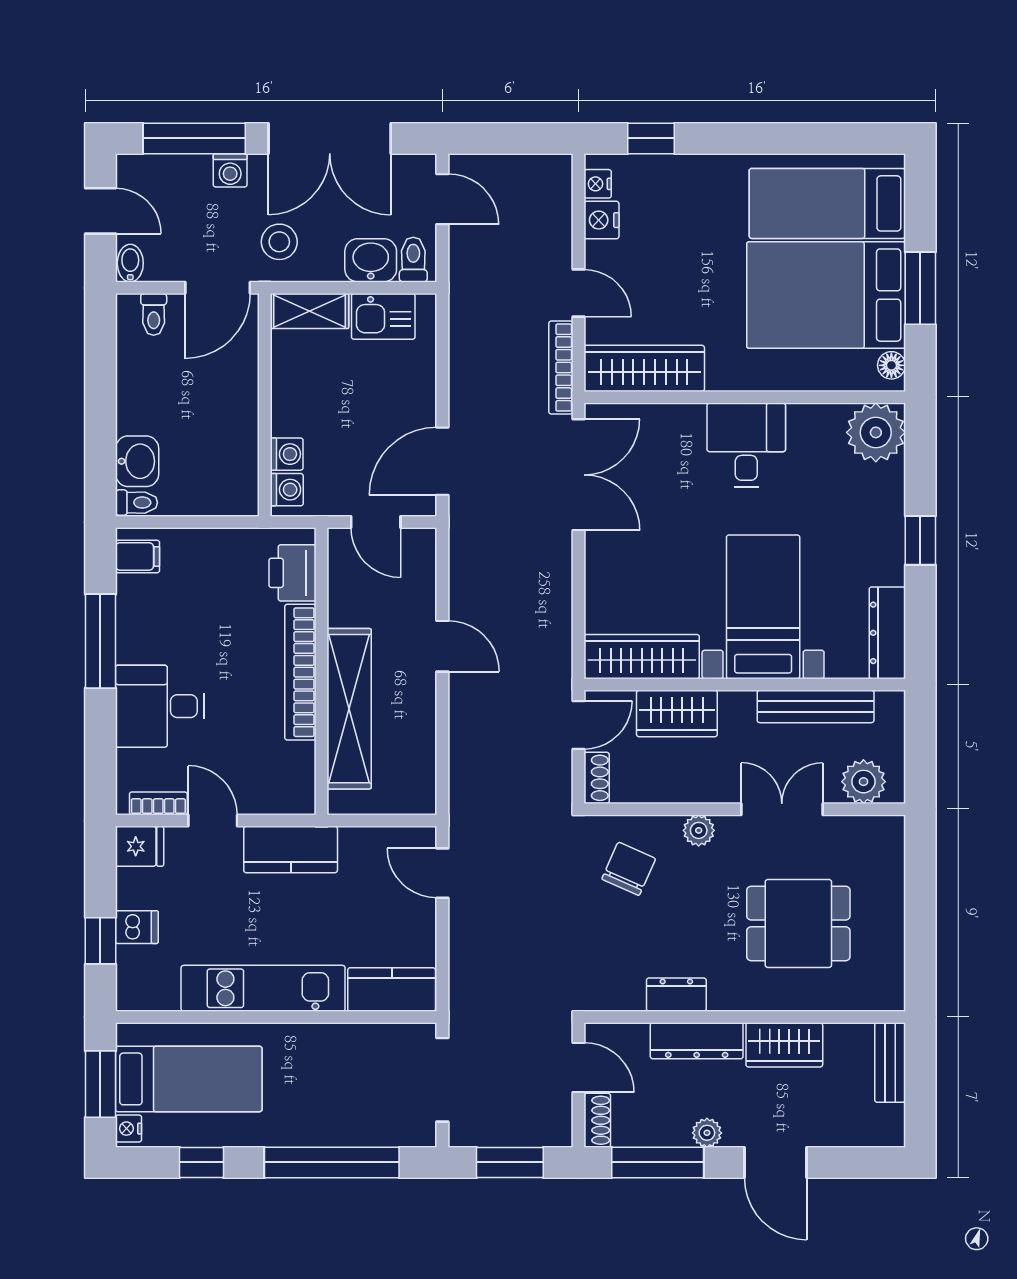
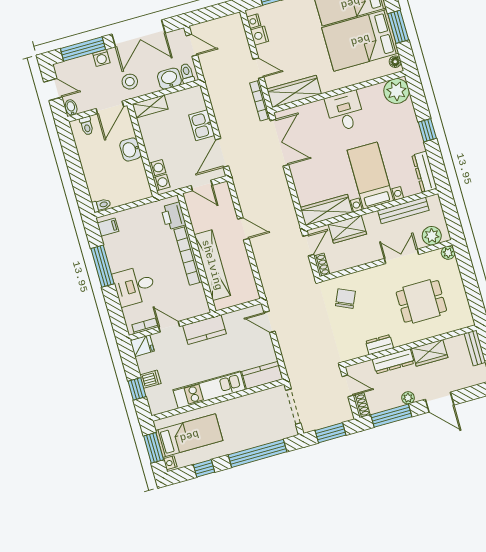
kitchen sink: (383, 316) -> (202, 125), moved, turned 90
washbasin: (137, 461) -> (130, 149), moved, turned 180
plant: (699, 830) -> (448, 253), moved

